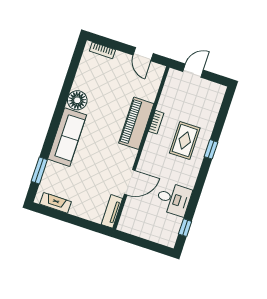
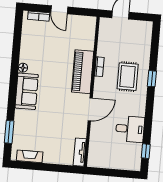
door: (143, 54) -> (59, 10), moved
floor lamp: (77, 100) -> (23, 68), width x0.53, depth x0.53
sofa: (67, 137) -> (27, 91), width x0.73
door: (130, 182) -> (90, 109), moved

